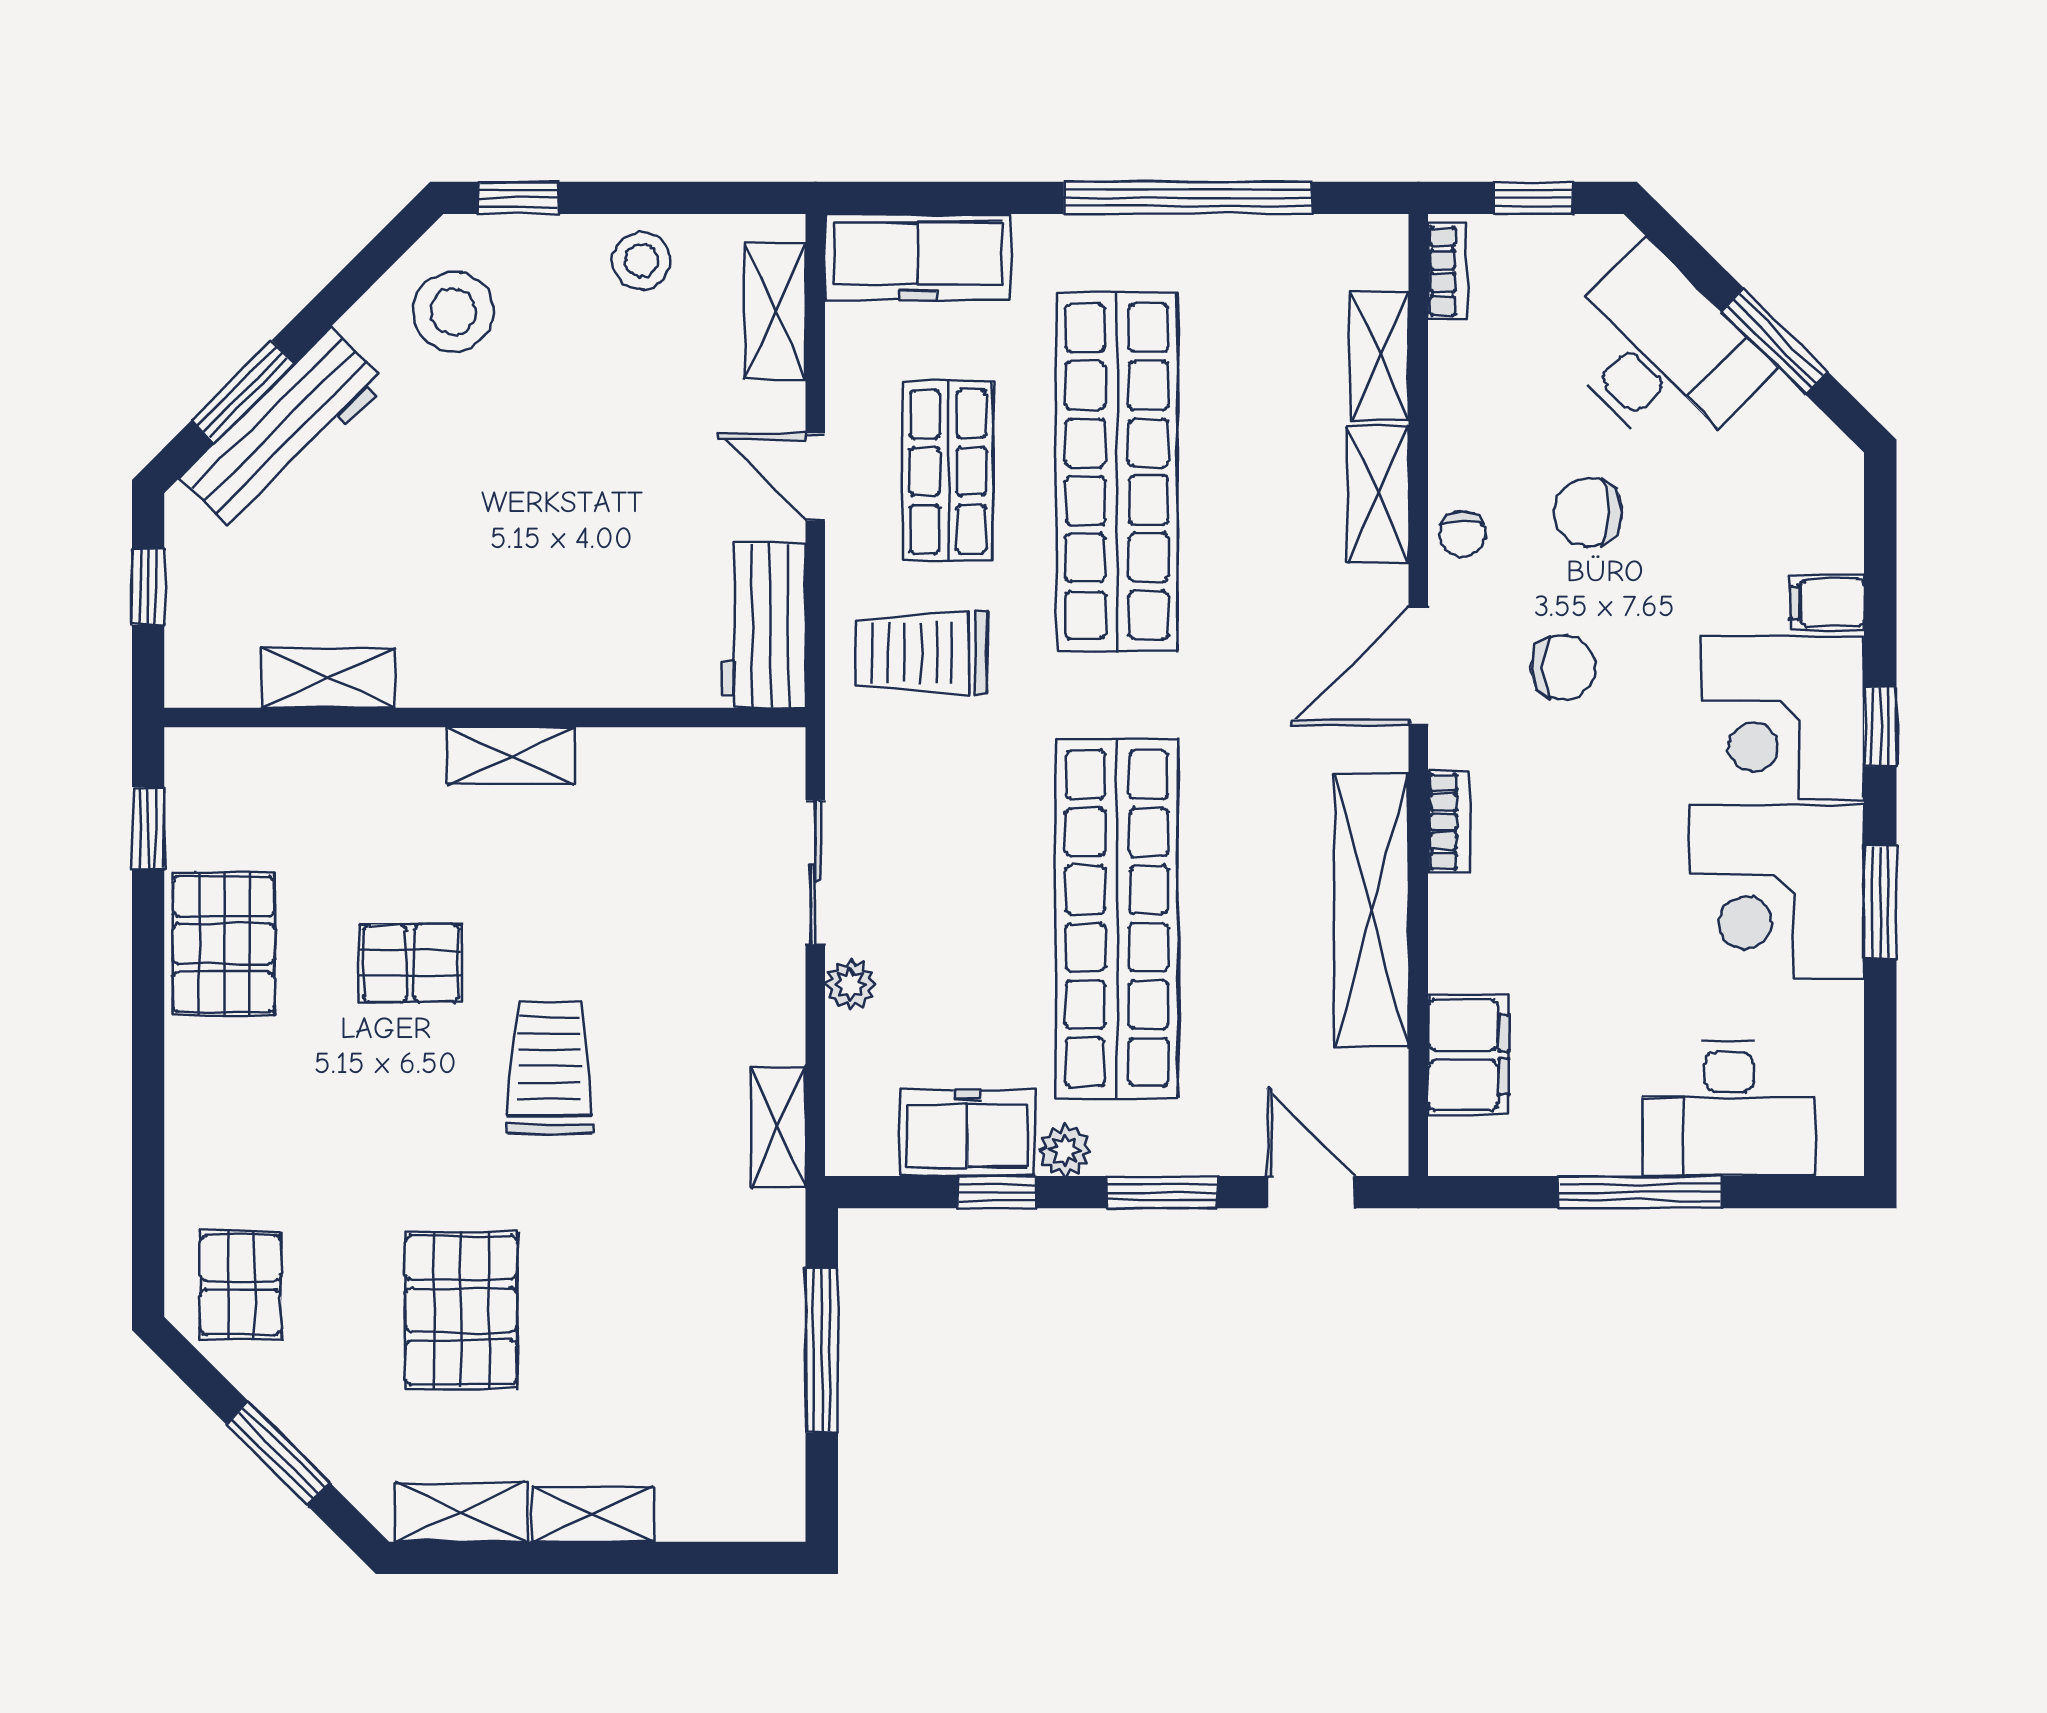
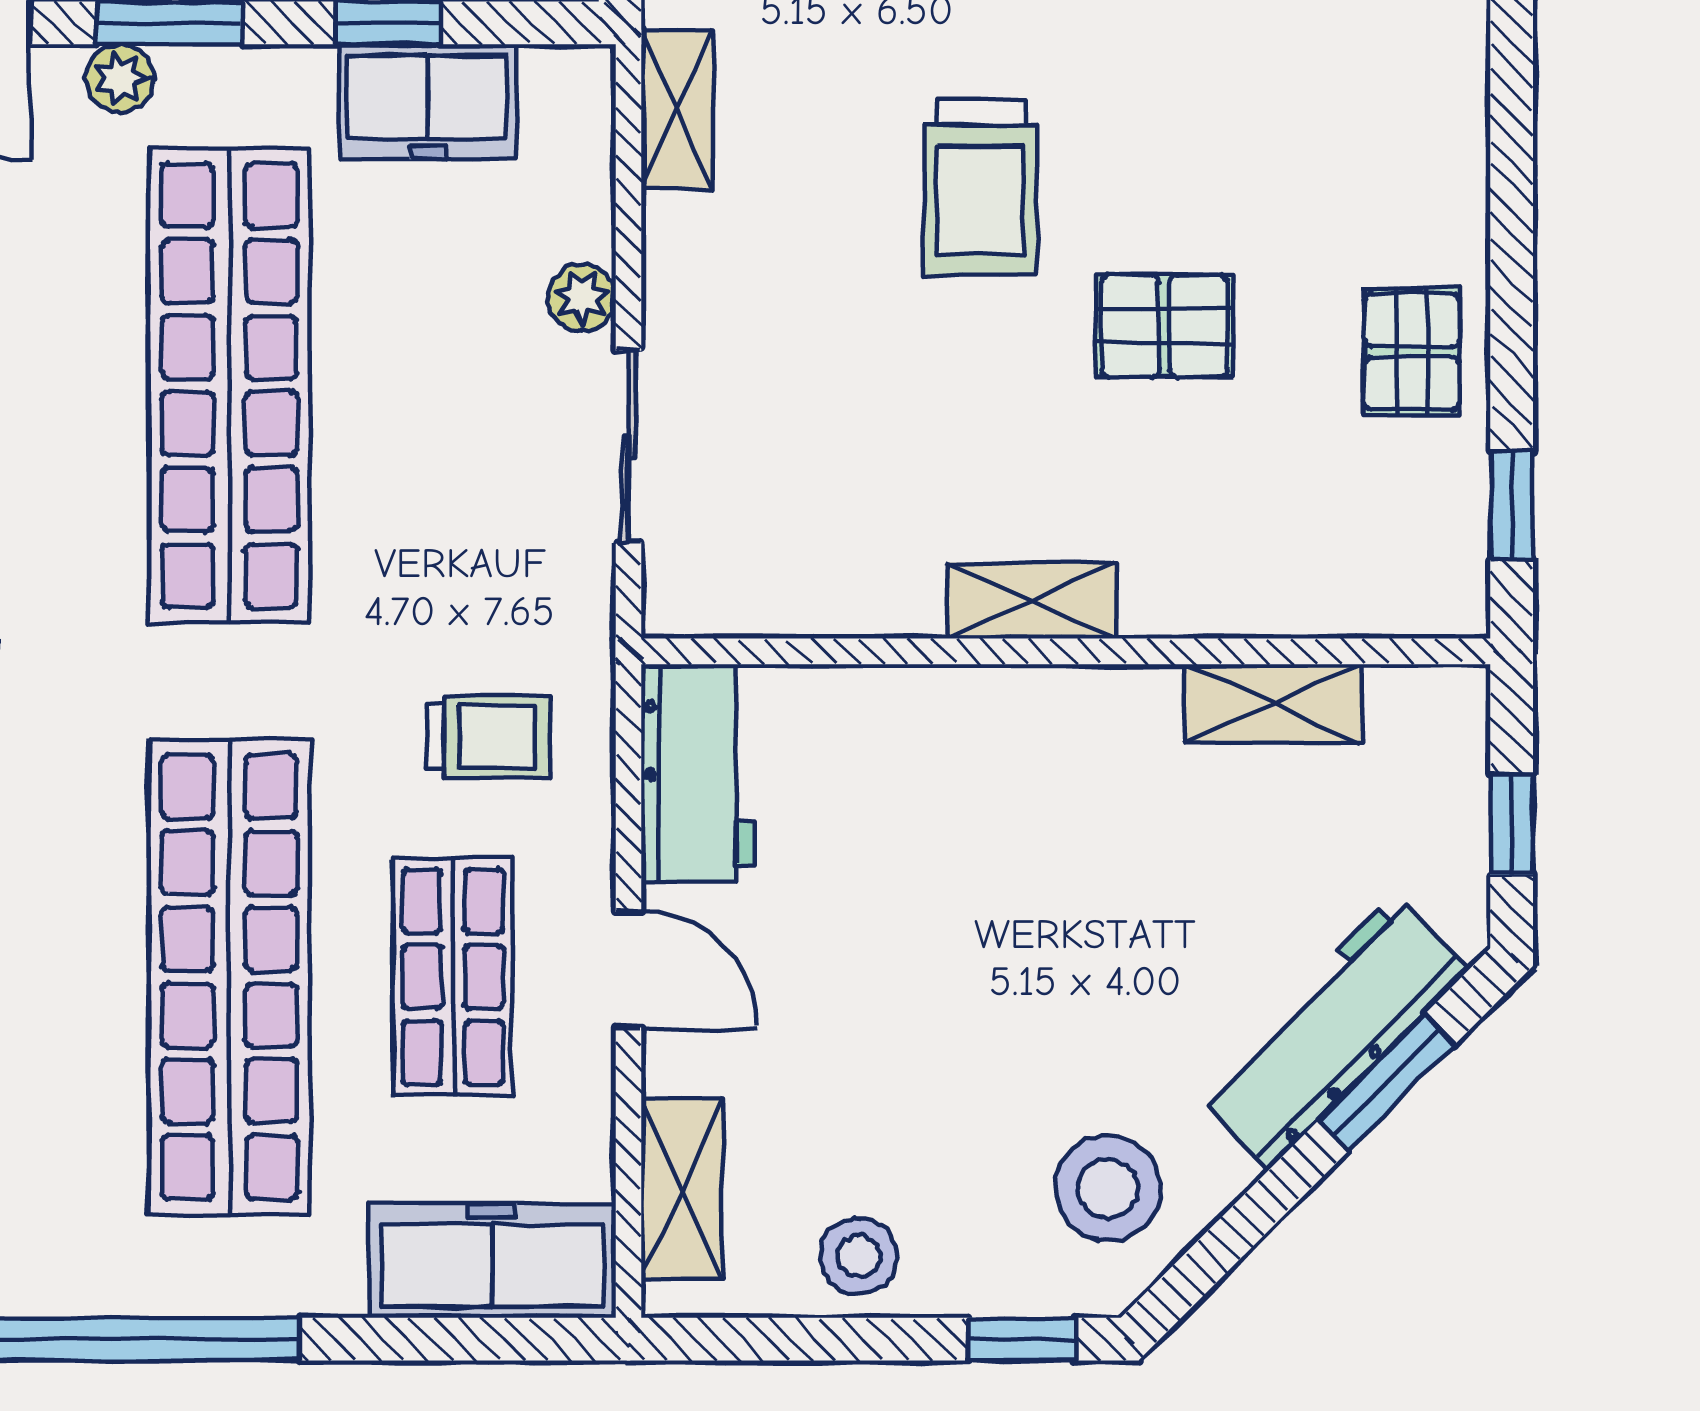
trolley: (921, 653) -> (489, 737), width x0.73, depth x0.72
pallet: (224, 944) -> (1412, 351), width x0.67, depth x0.71
plant: (1065, 1150) -> (120, 78), moved

